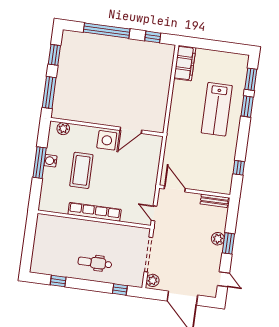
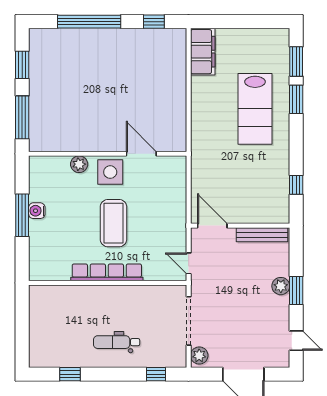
plant: (63, 129) -> (79, 164), moved
door: (131, 130) -> (141, 154), swing flipped
coffee table: (81, 170) -> (113, 223), moved
bench: (214, 201) -> (262, 235), width x1.36

